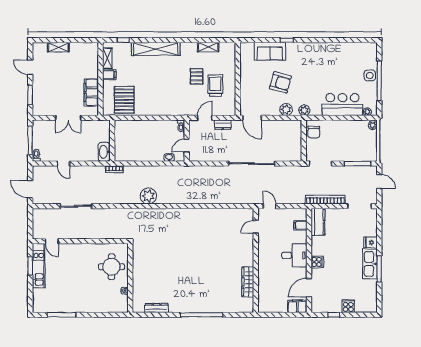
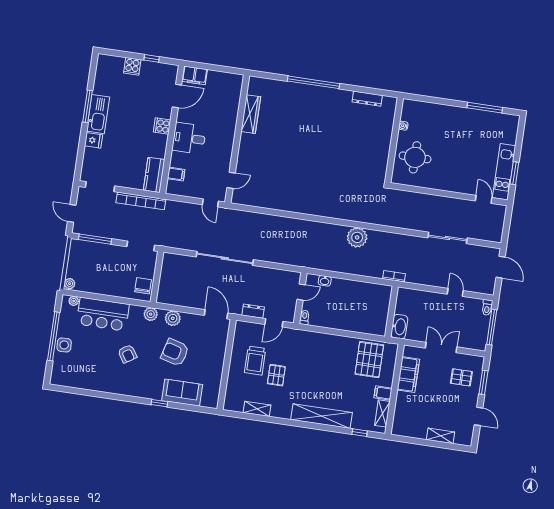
armchair: (318, 76) -> (127, 354), added
pallet: (48, 96) -> (461, 377), added
washbasin: (104, 152) -> (399, 327), moved

